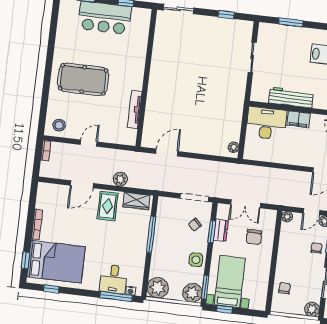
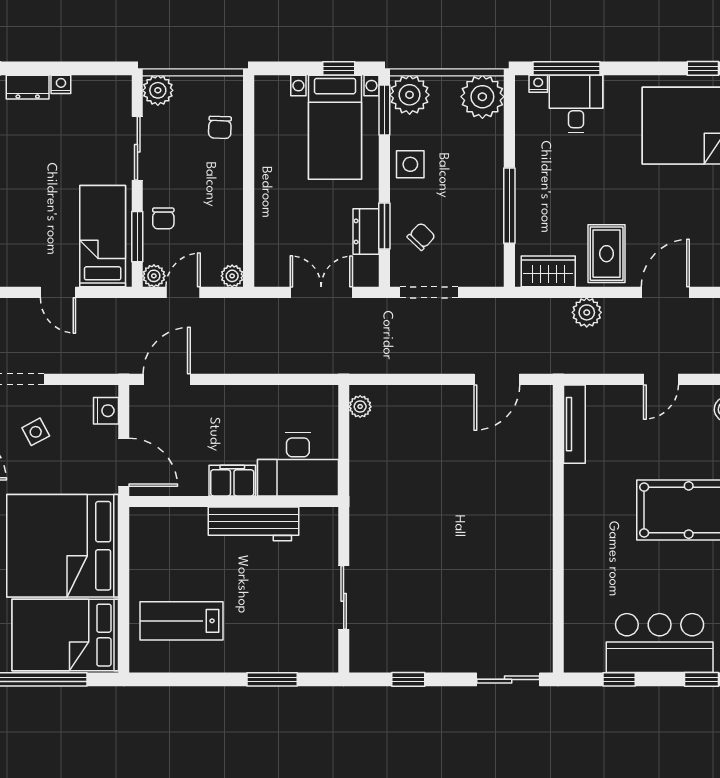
tv unit: (135, 109) -> (574, 424), moved
chair: (254, 237) -> (296, 225), removed

